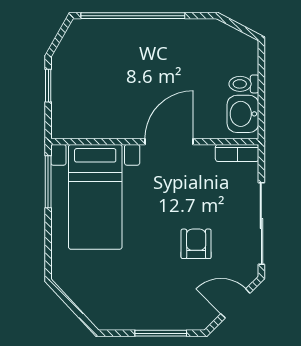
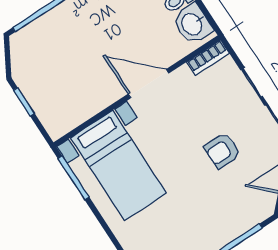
door: (169, 142) -> (148, 84), hinge flipped
armchair: (196, 244) -> (222, 151), turned -90

